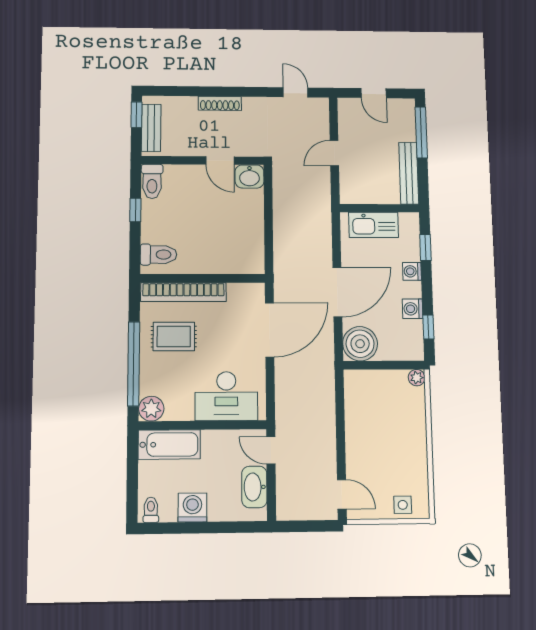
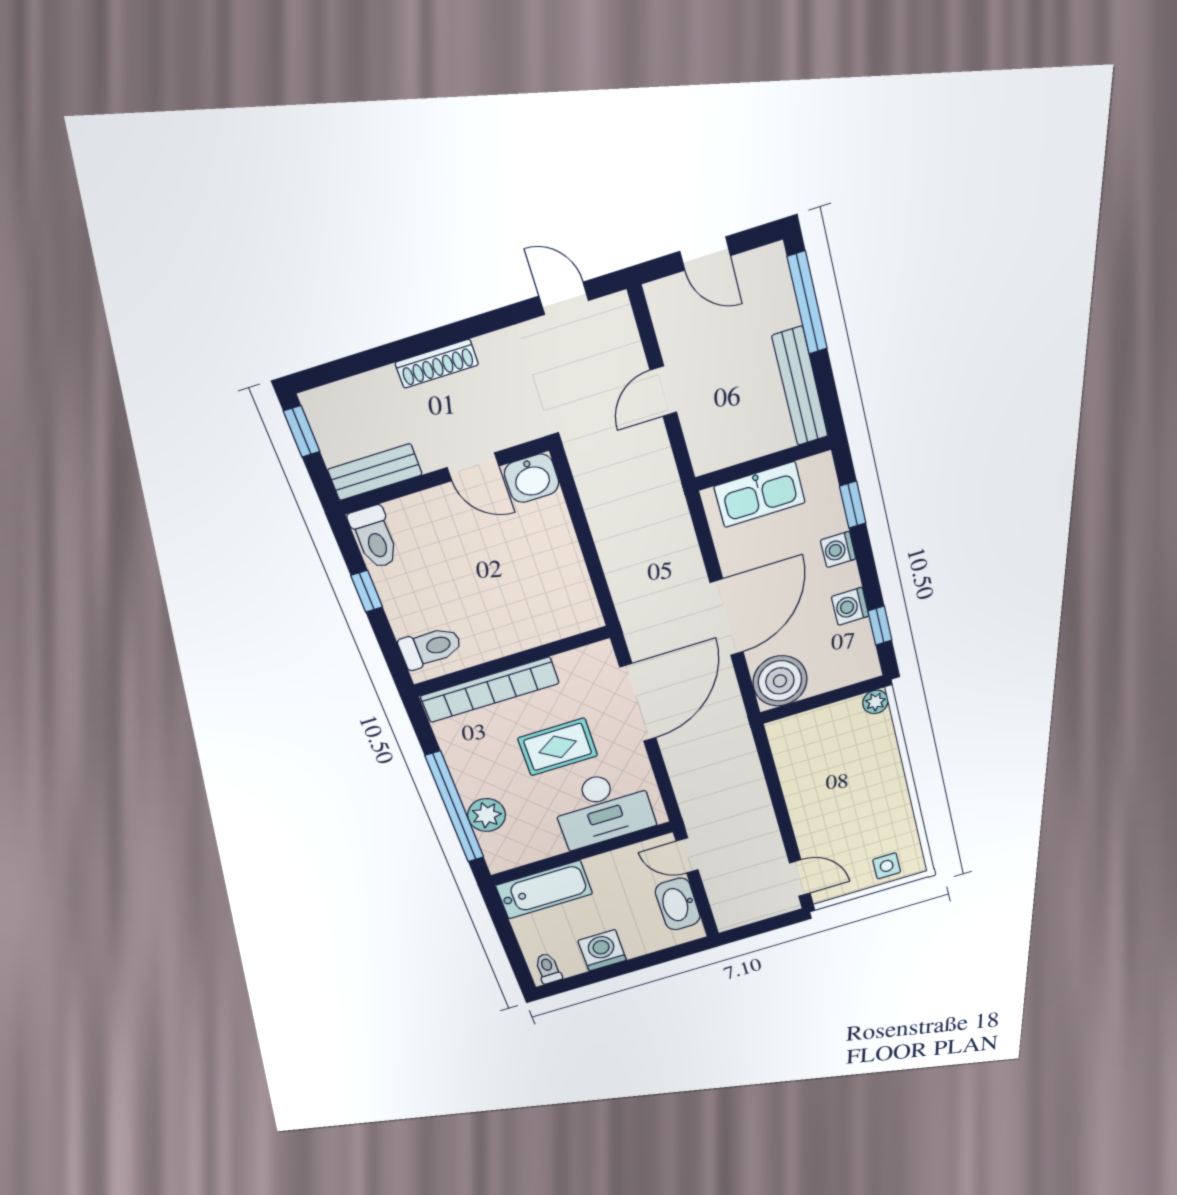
bench: (151, 128) -> (375, 472), moved, turned 90
rug: (174, 337) -> (558, 747), moved
plant: (151, 409) -> (487, 815), moved

